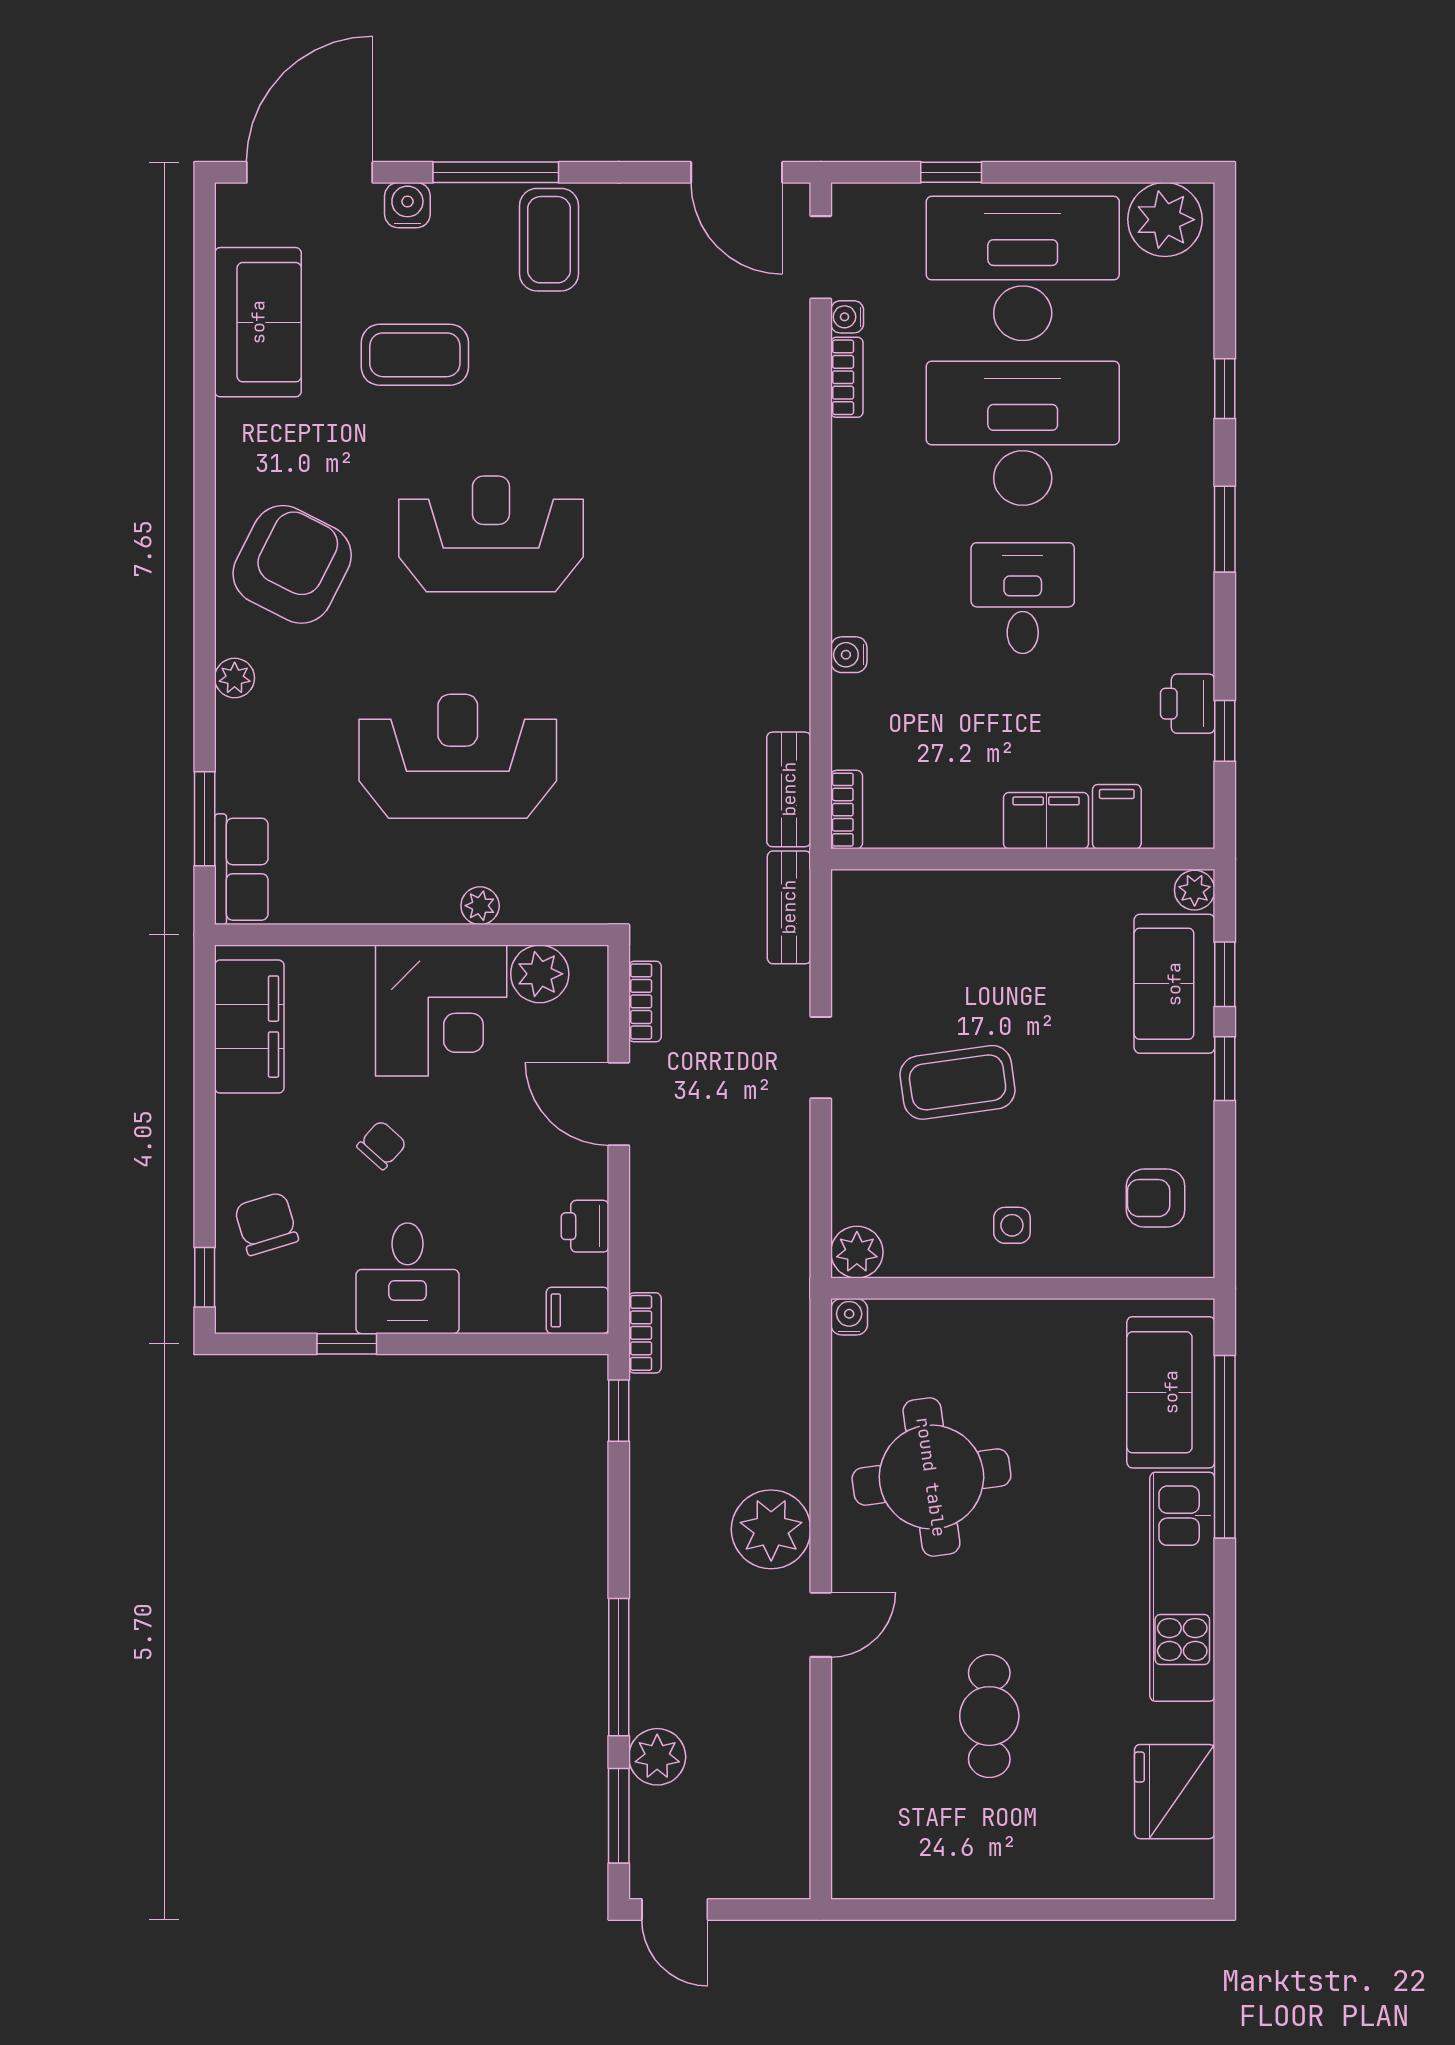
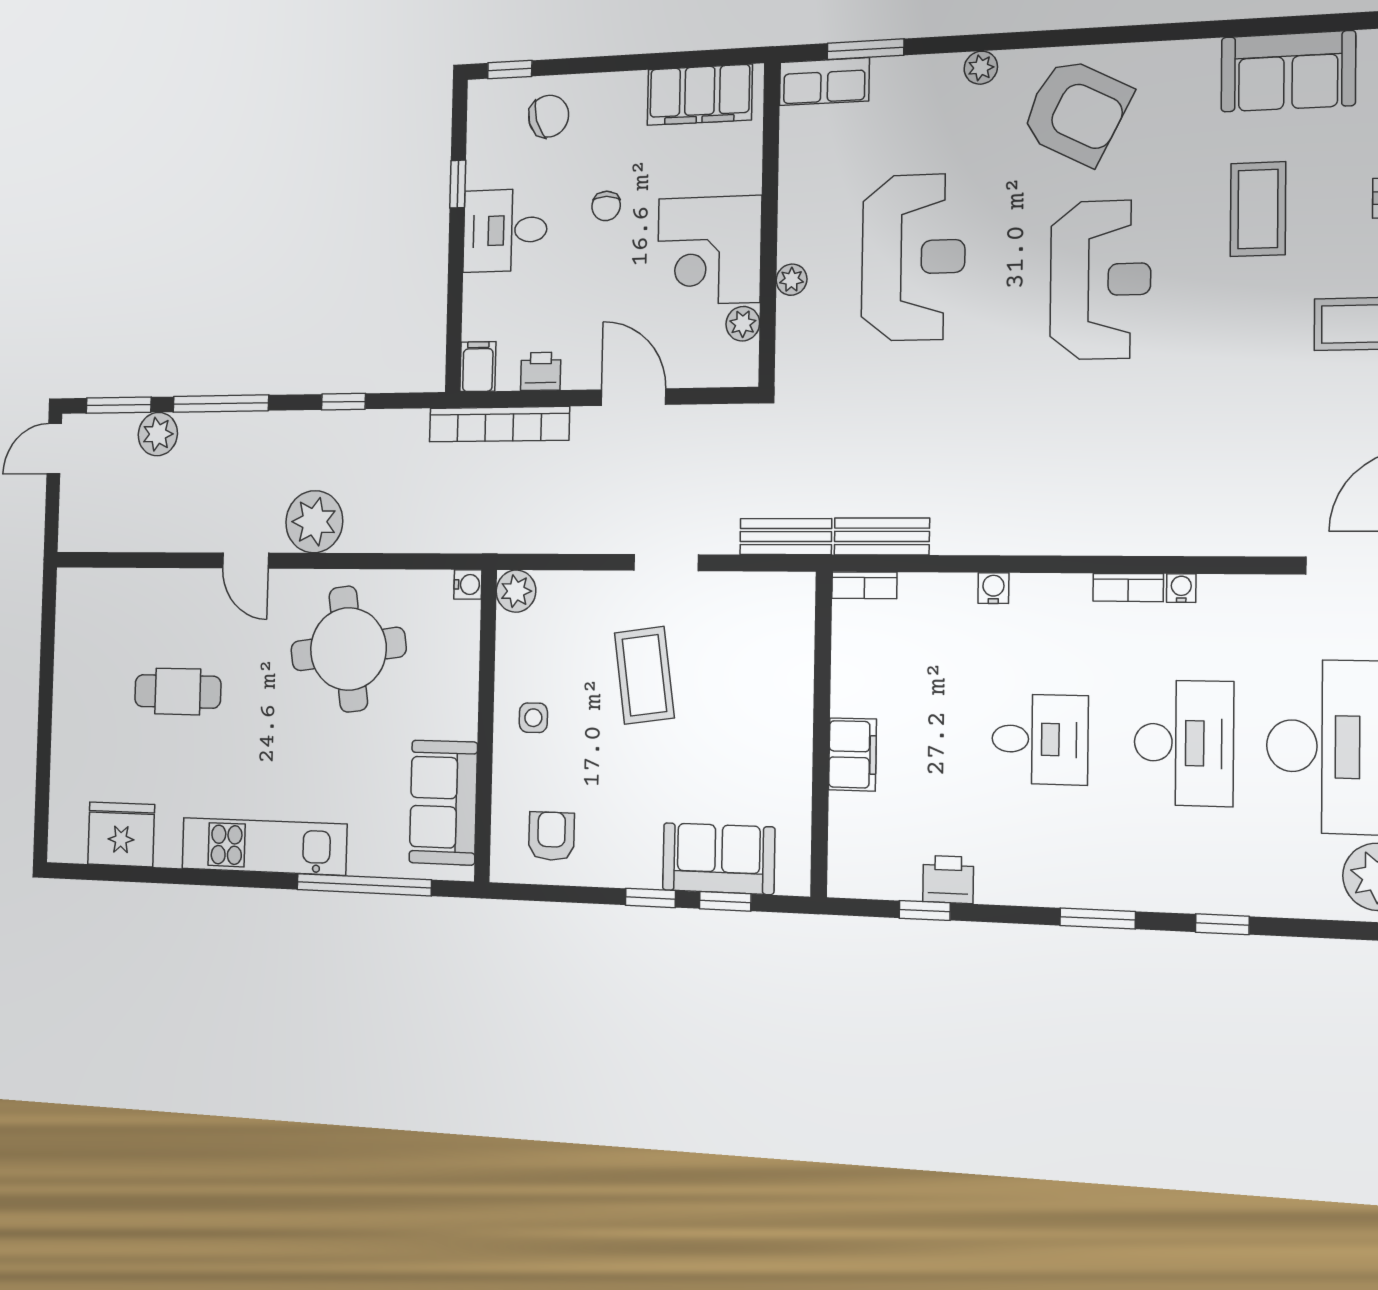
water cooler: (847, 317) -> (1181, 588), moved
bookcase: (847, 377) -> (1128, 587), moved
desk: (1023, 433) -> (1184, 743), width x0.73, depth x0.77
filing cabinet: (1117, 817) -> (855, 815), removed
plant: (1195, 890) -> (794, 879), removed
plant: (540, 974) -> (743, 324), width x0.73, depth x0.73
bookcase: (645, 1001) -> (713, 417), removed
door: (619, 1104) -> (633, 397), hinge flipped
chair: (382, 1145) -> (606, 206), turned 50
bookcase: (645, 1333) -> (499, 424), width x2.31, depth x1.31
sofa: (1171, 1392) -> (443, 802), moved, turned -90
window: (619, 1411) -> (343, 402), moved

